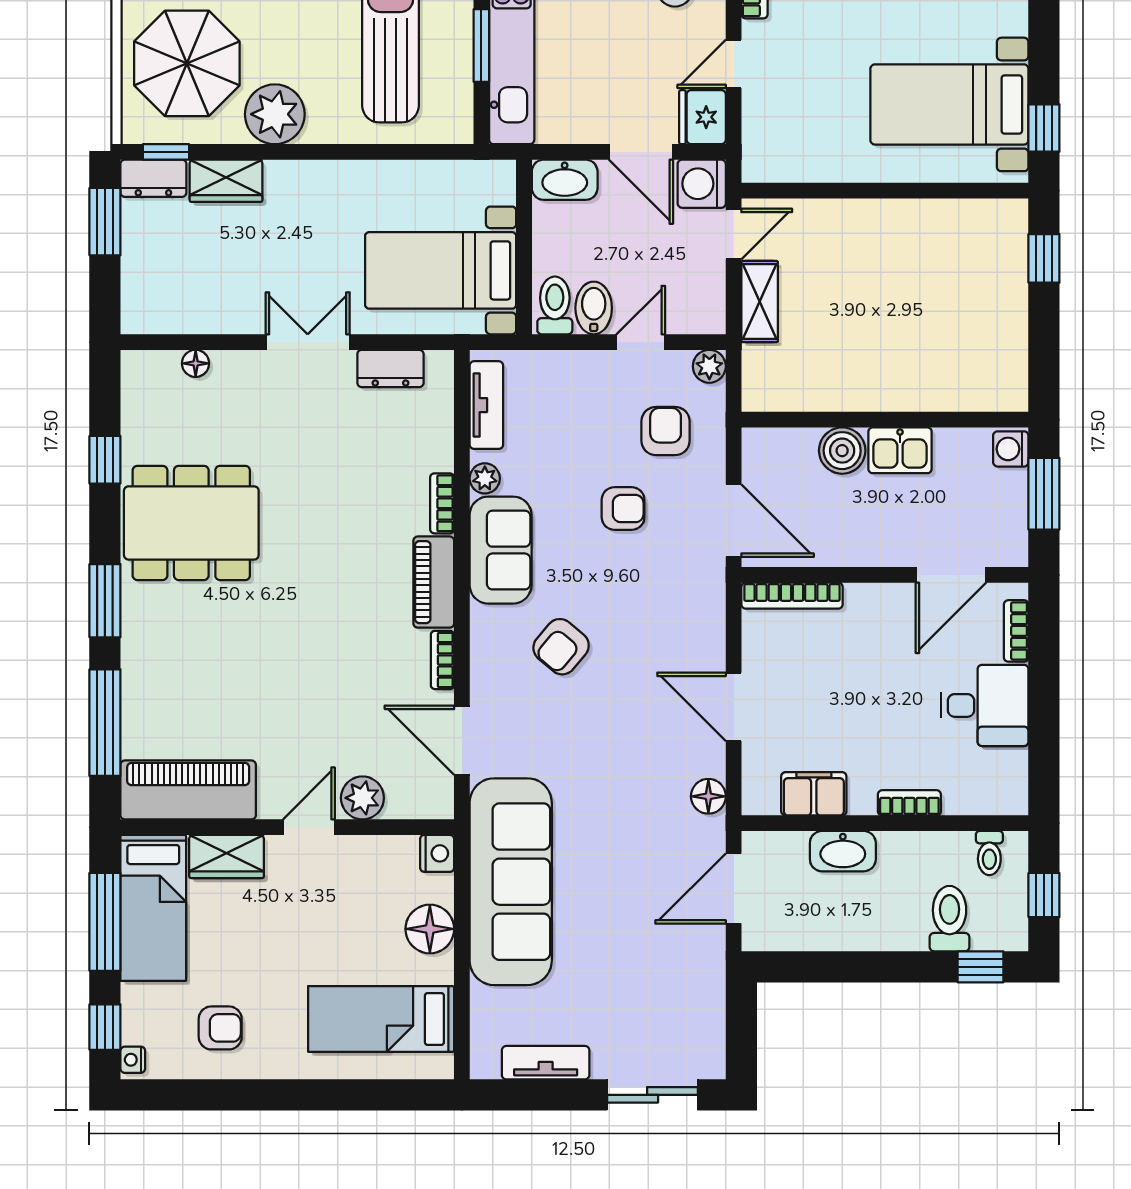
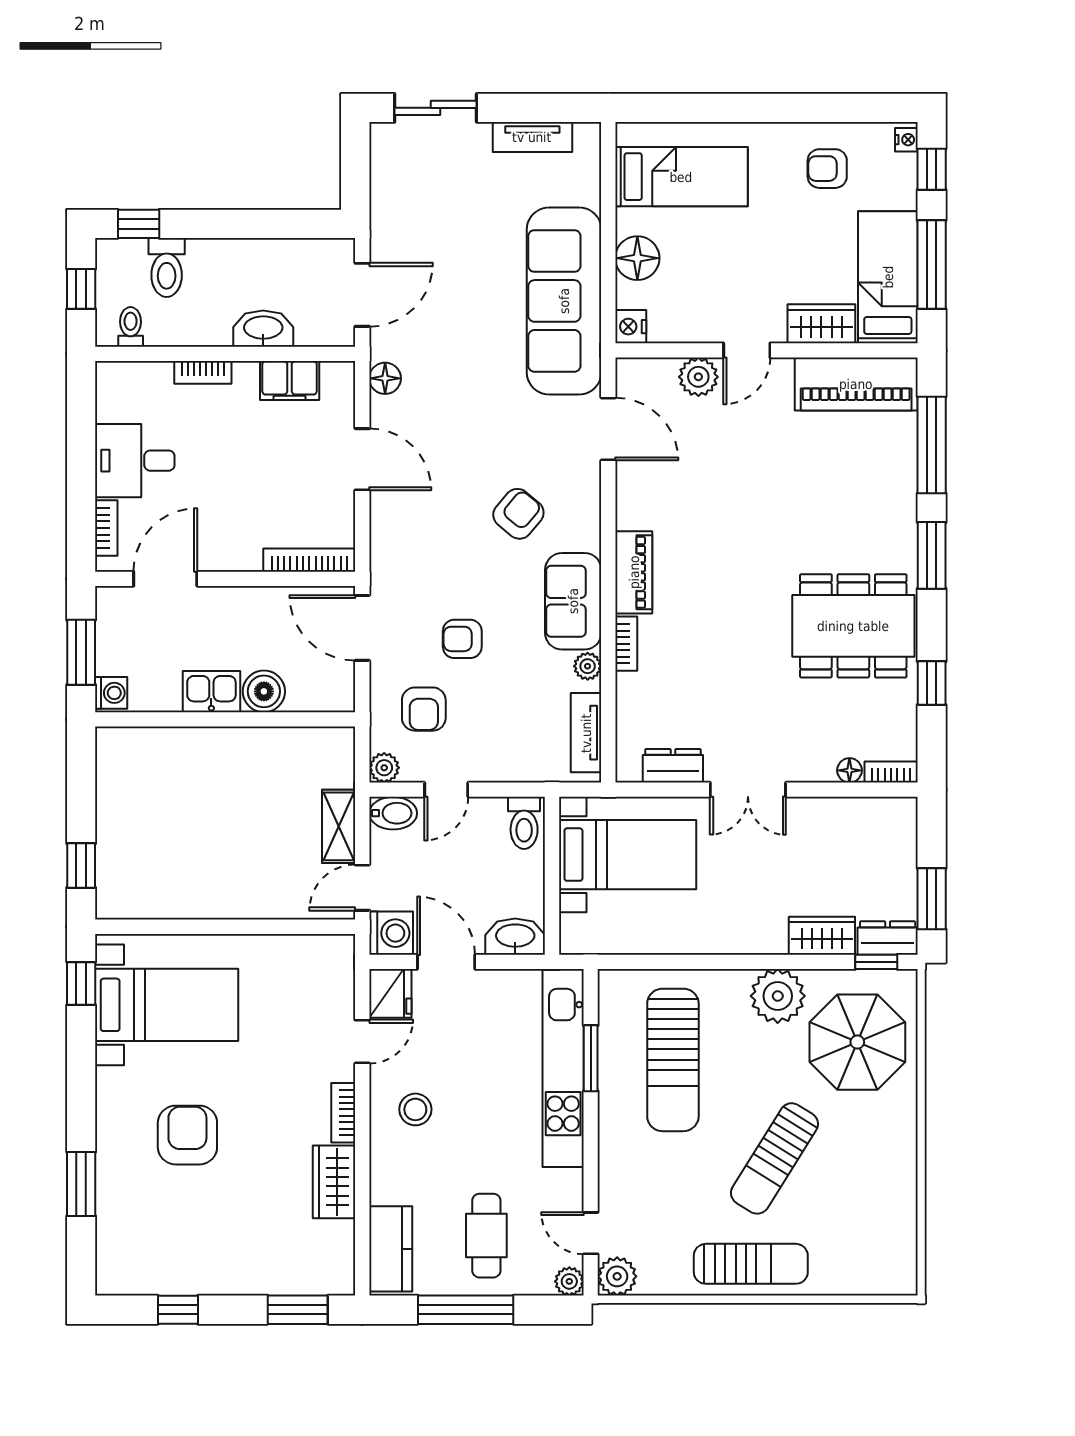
bidet: (594, 308) -> (393, 813), moved, turned -90
bookcase: (442, 660) -> (891, 772), moved, turned -90

